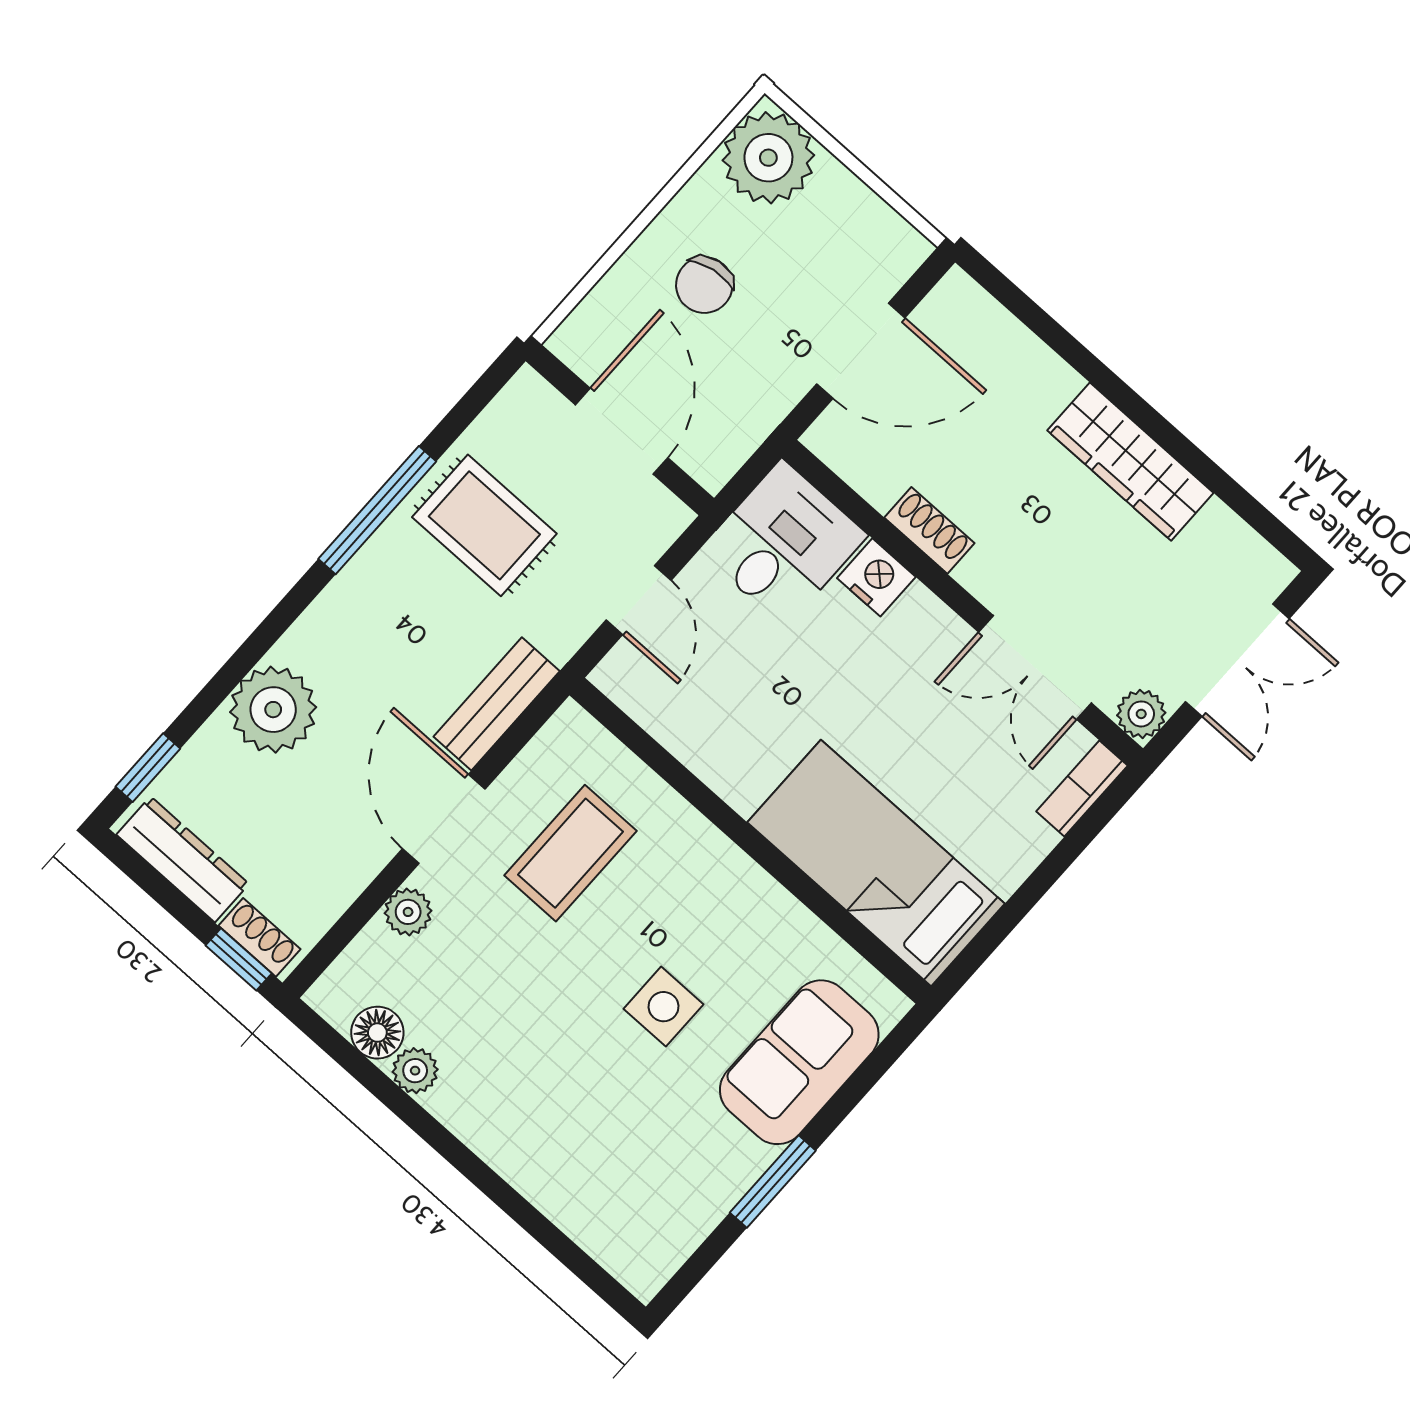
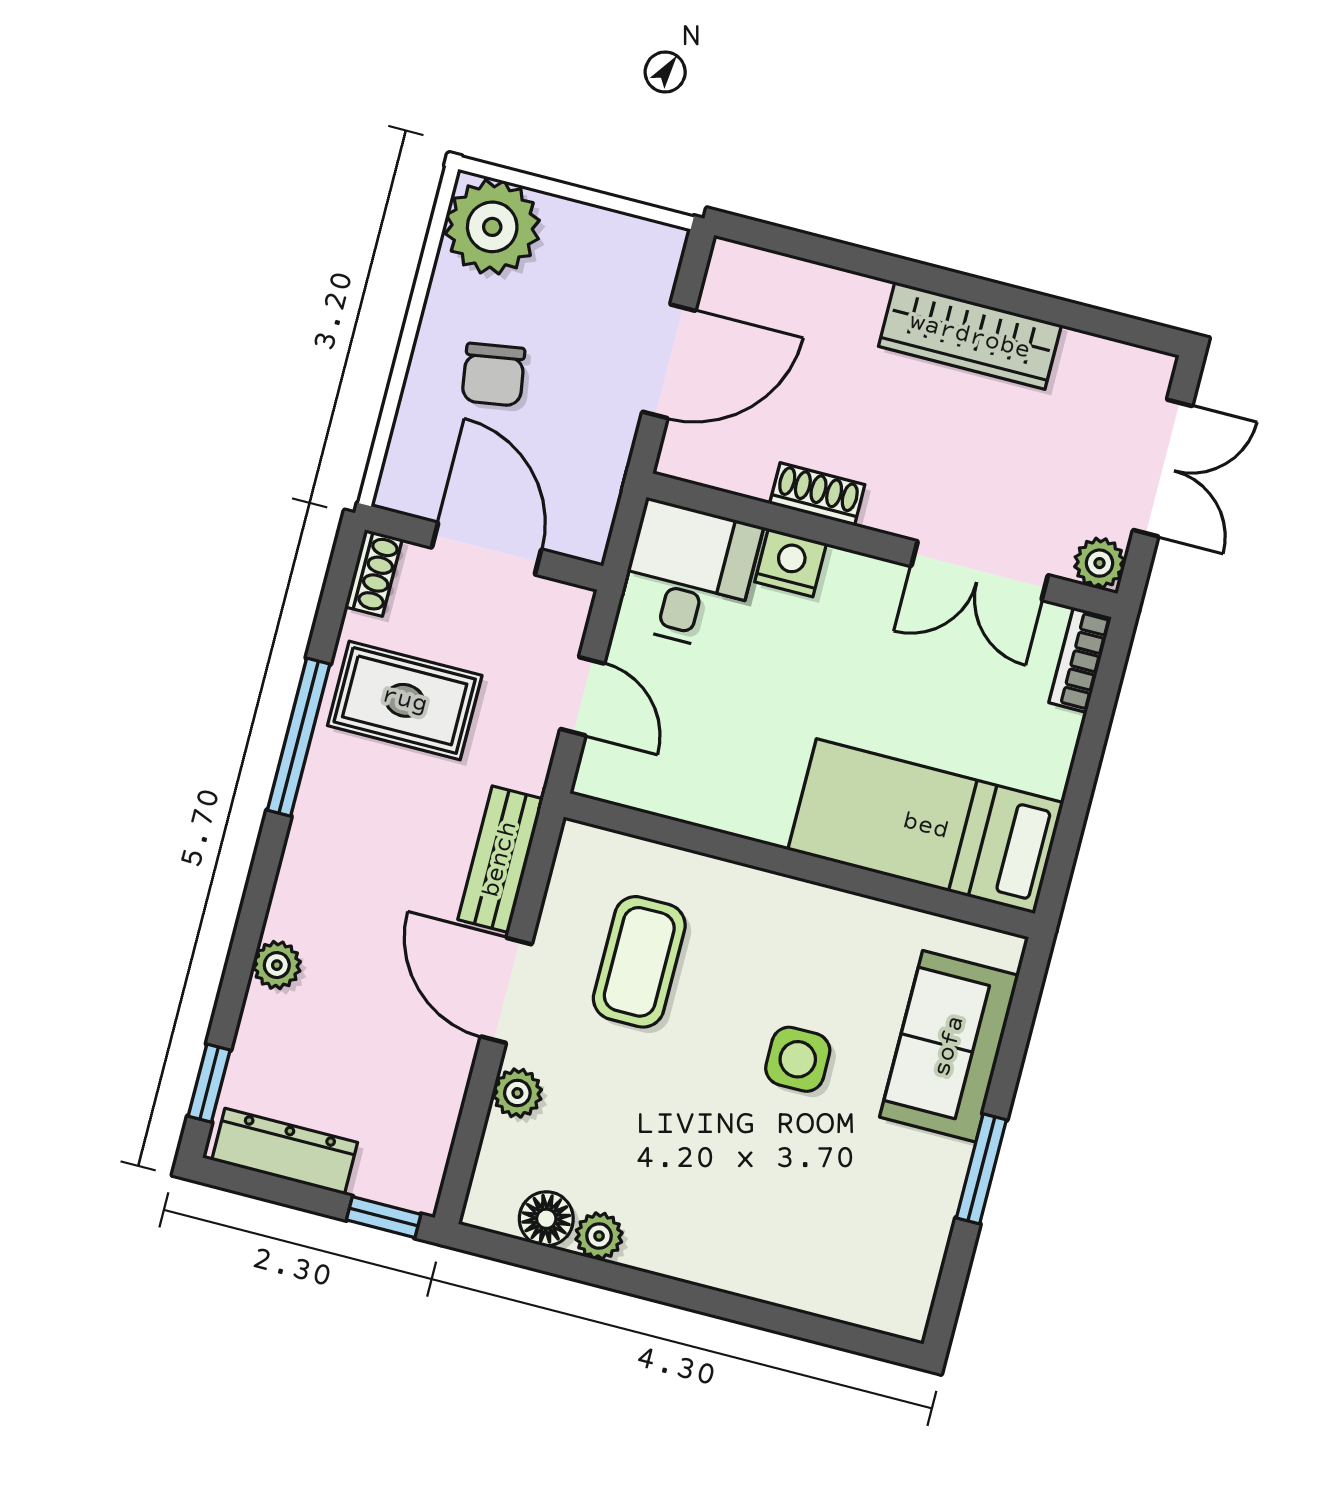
plant: (273, 710) -> (277, 965), width x0.53, depth x0.53
shoe rack: (259, 937) -> (374, 573), moved, turned 90

